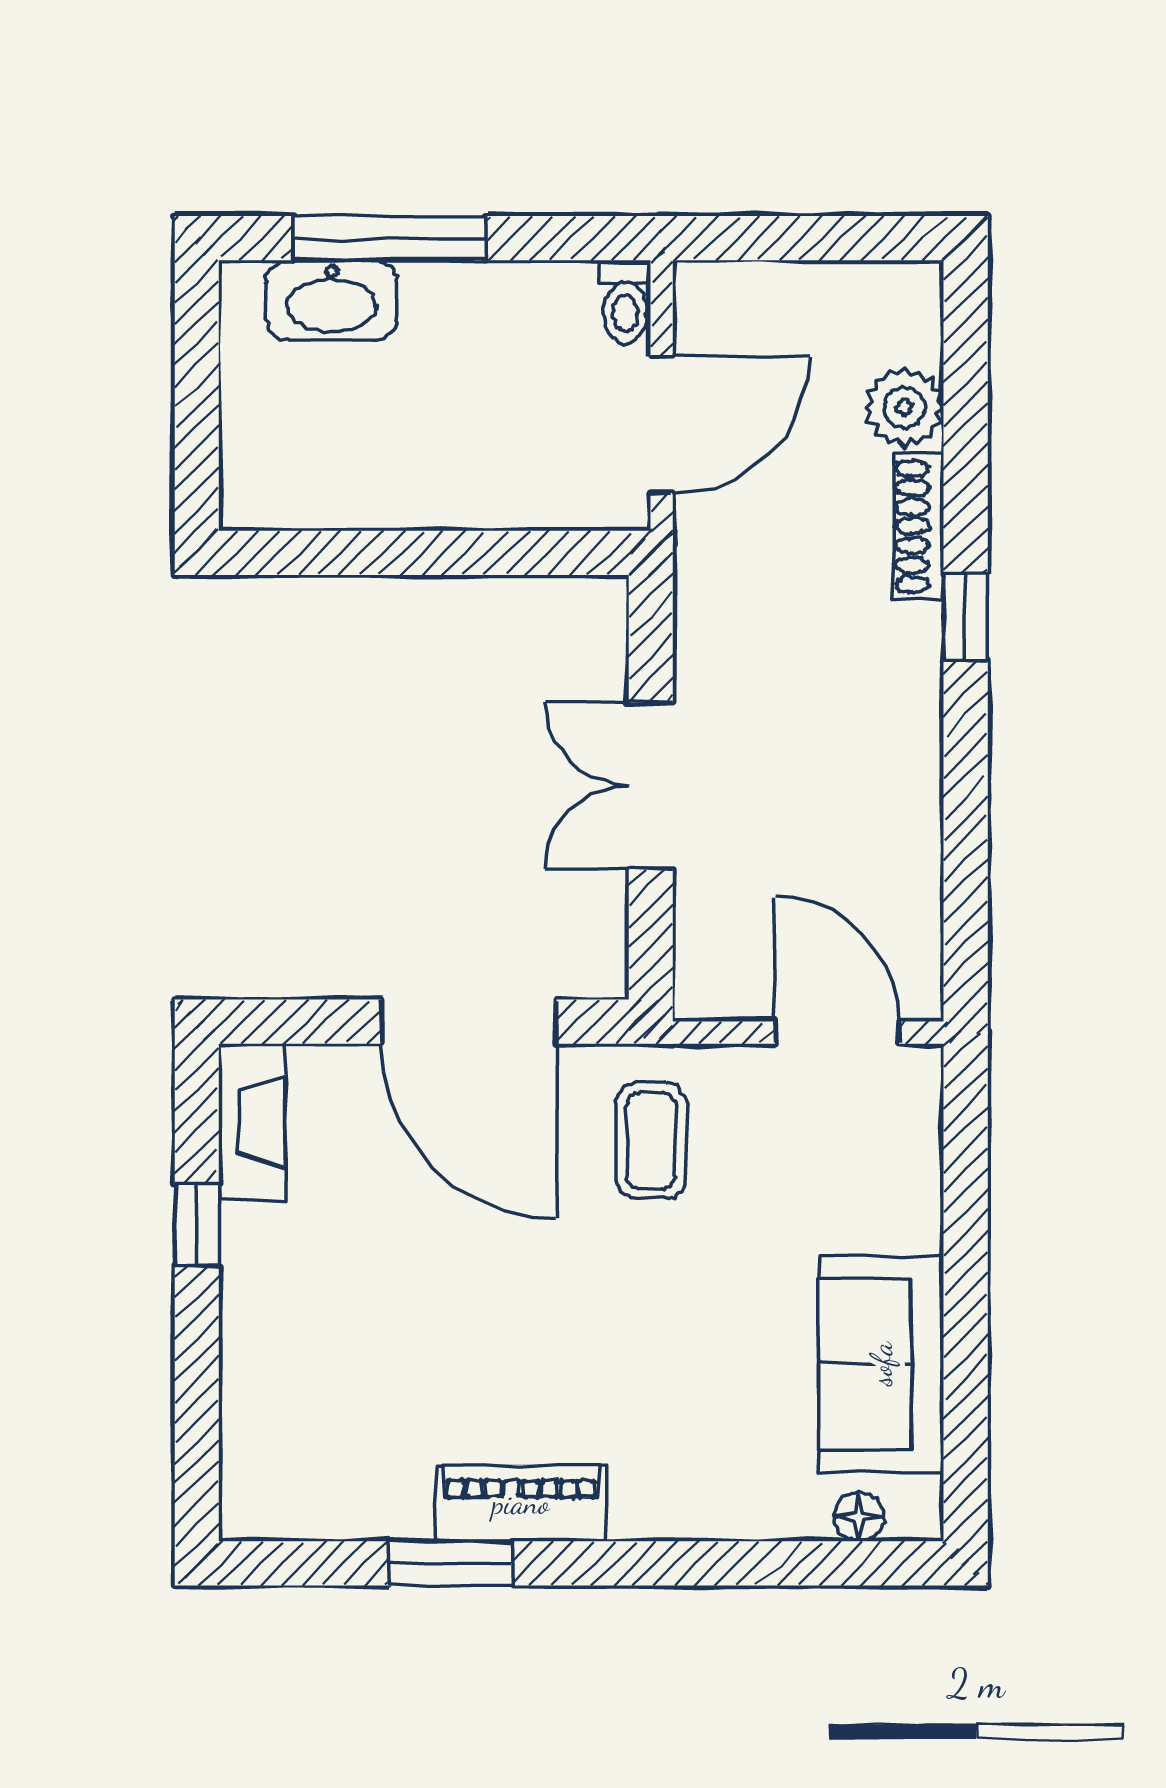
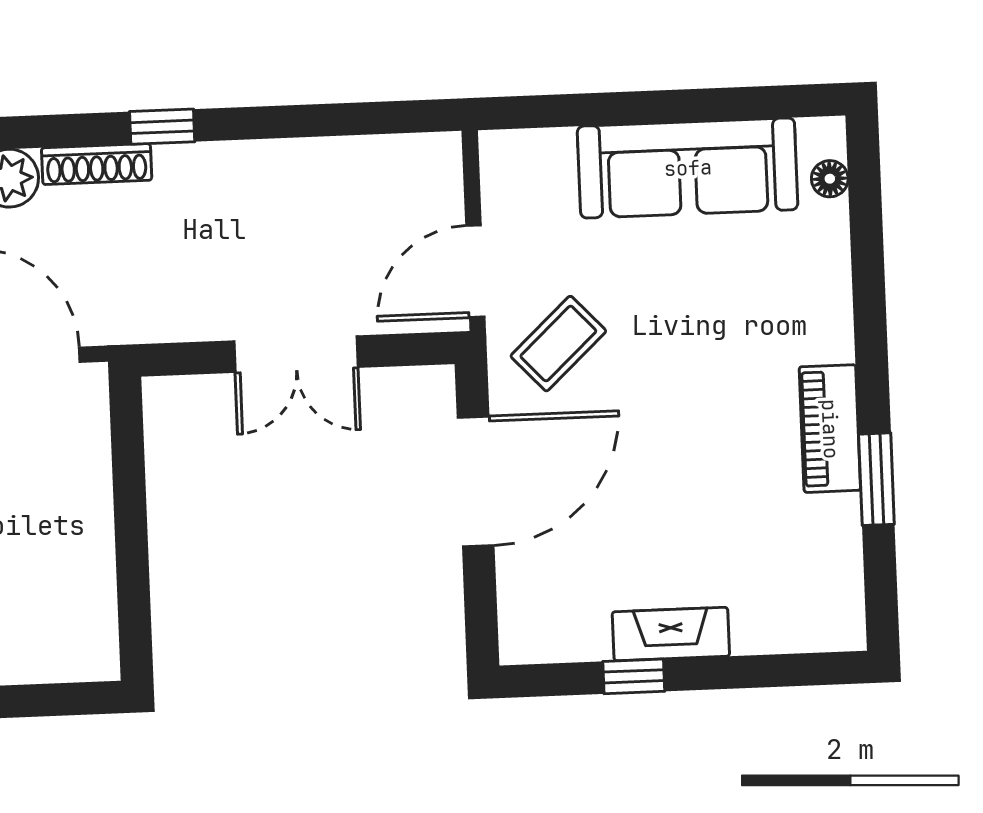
door: (837, 1033) -> (475, 271), moved
fireplace: (252, 1122) -> (671, 634), moved
coffee table: (651, 1141) -> (558, 344), turned -43
sofa: (881, 1364) -> (688, 168), width x1.36

